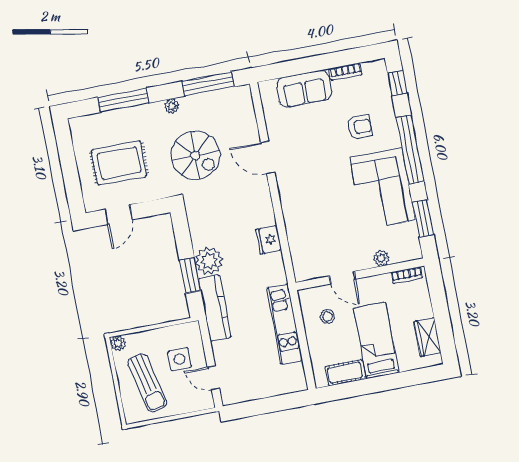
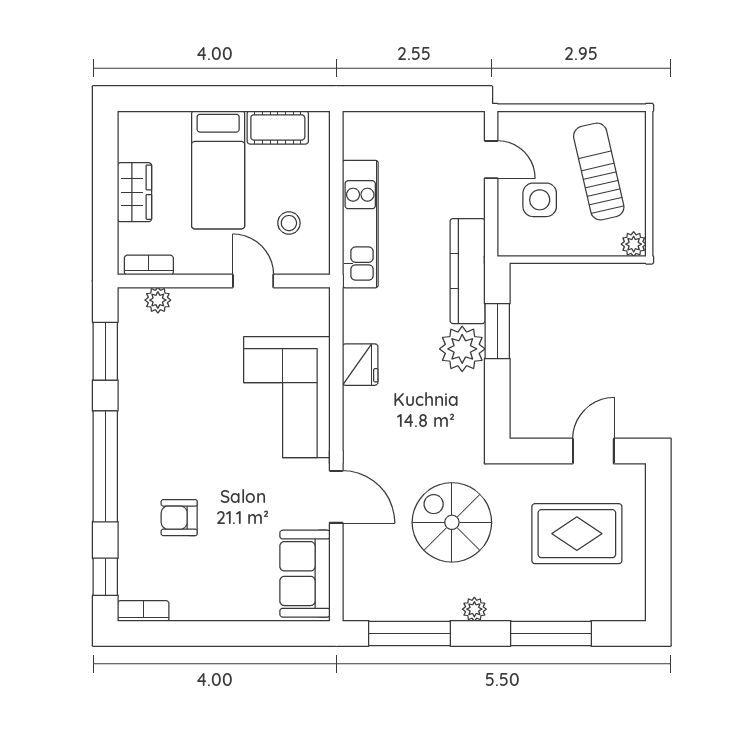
bookcase: (345, 72) -> (143, 611), moved
sofa: (304, 89) -> (305, 574), moved, turned -90
corner sofa: (383, 189) -> (287, 397), moved, turned 180
plant: (381, 258) -> (158, 300), moved
wardrobe: (427, 337) -> (135, 192), moved

